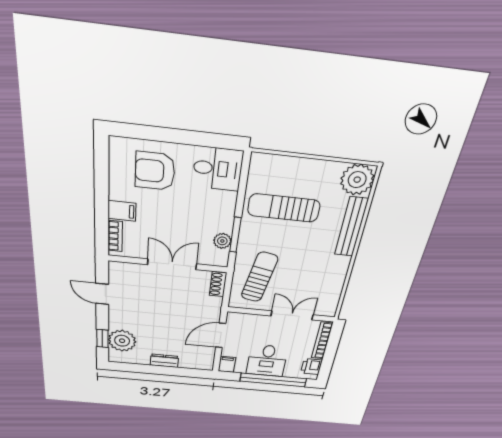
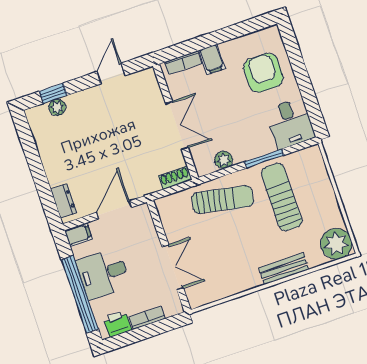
bench: (351, 227) -> (284, 269), width x0.73
window: (235, 235) -> (264, 158), moved
sun lounger: (259, 277) -> (222, 200), moved
door: (221, 335) -> (114, 210), hinge flipped
plant: (122, 341) -> (57, 107), width x0.53, depth x0.53
bookcase: (322, 341) -> (147, 318), width x0.64
dresser: (164, 361) -> (64, 201), moved

